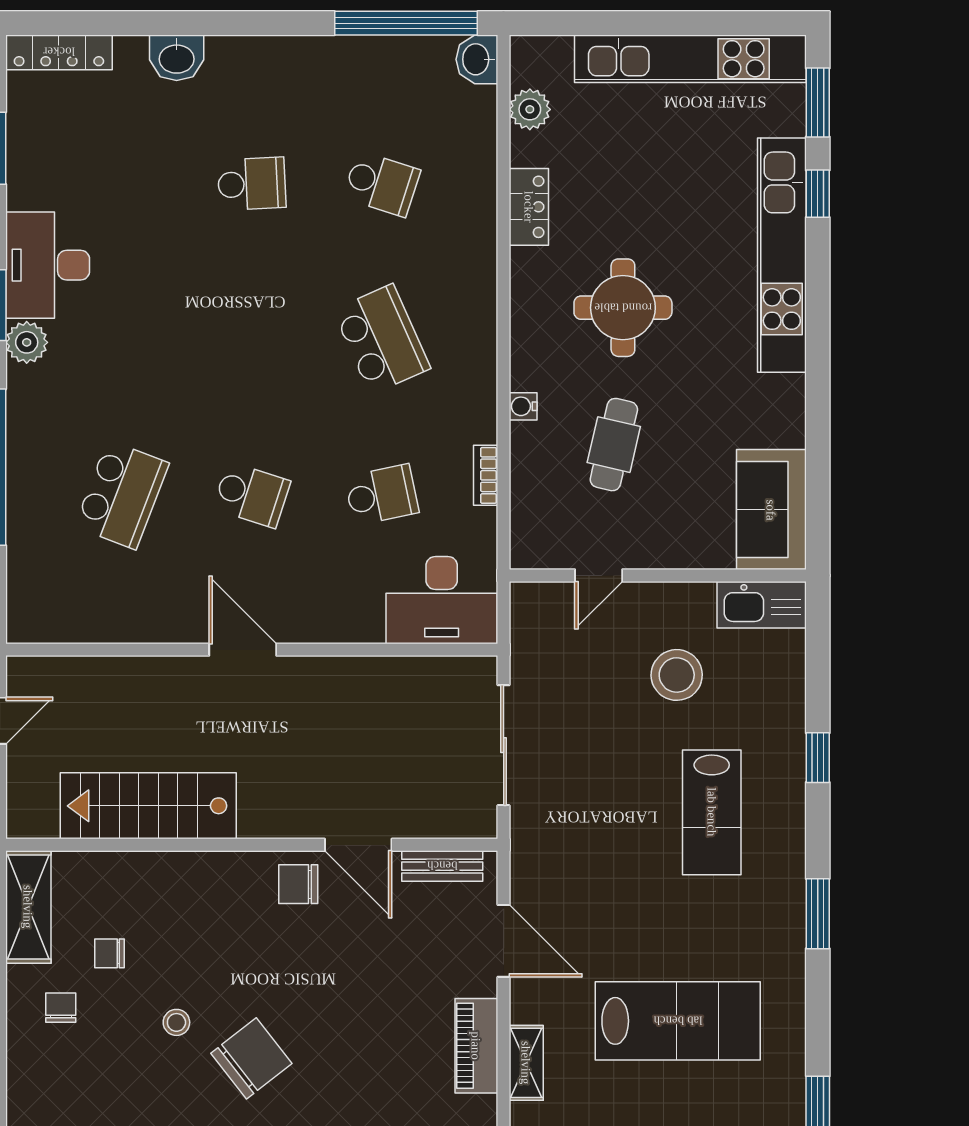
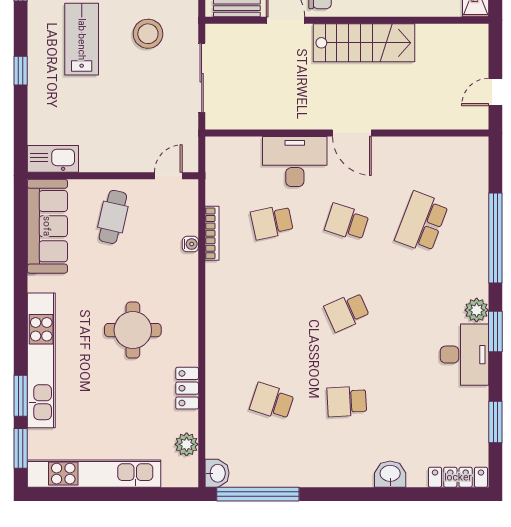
window: (818, 194) -> (21, 396), width x1.50
school desk: (382, 339) -> (347, 312), moved, width x0.54
water cooler: (523, 406) -> (190, 244), moved
cafe table: (614, 445) -> (113, 217), moved
bookcase: (486, 475) -> (212, 233), width x1.56
sofa: (771, 510) -> (47, 226), width x1.36
door: (599, 575) -> (168, 176), moved
desk: (442, 600) -> (295, 161), moved
stool: (677, 675) -> (148, 34), moved
stairs: (148, 806) -> (364, 43), moved

